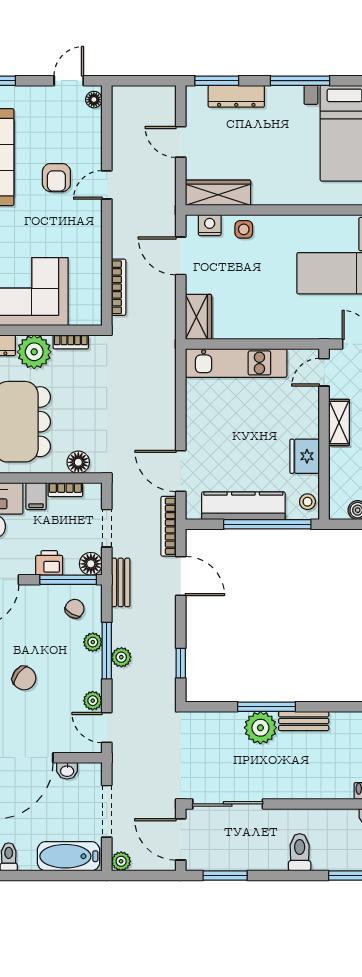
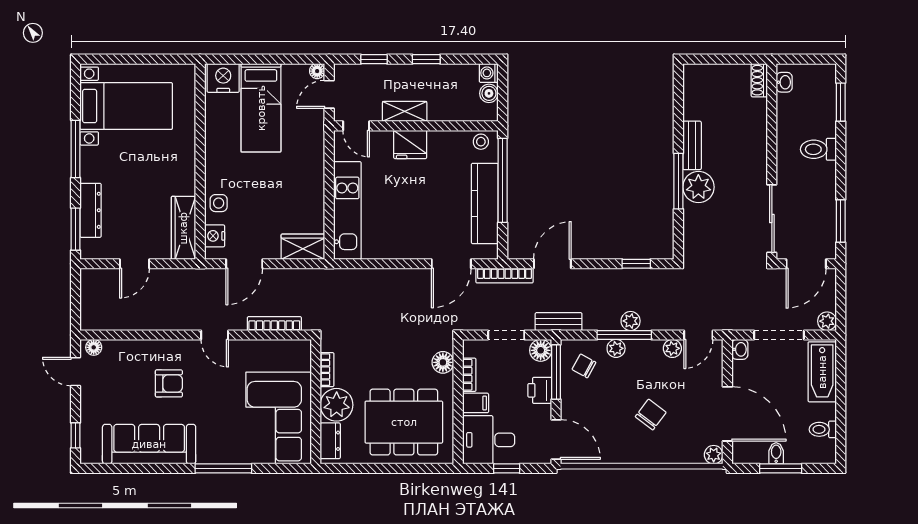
door: (107, 185) -> (215, 335), moved
fridge: (305, 456) -> (410, 144), moved
washbasin: (67, 771) -> (740, 349), moved

